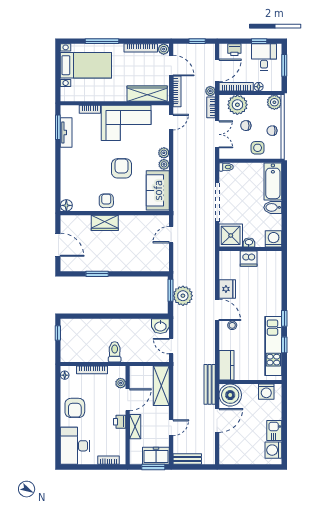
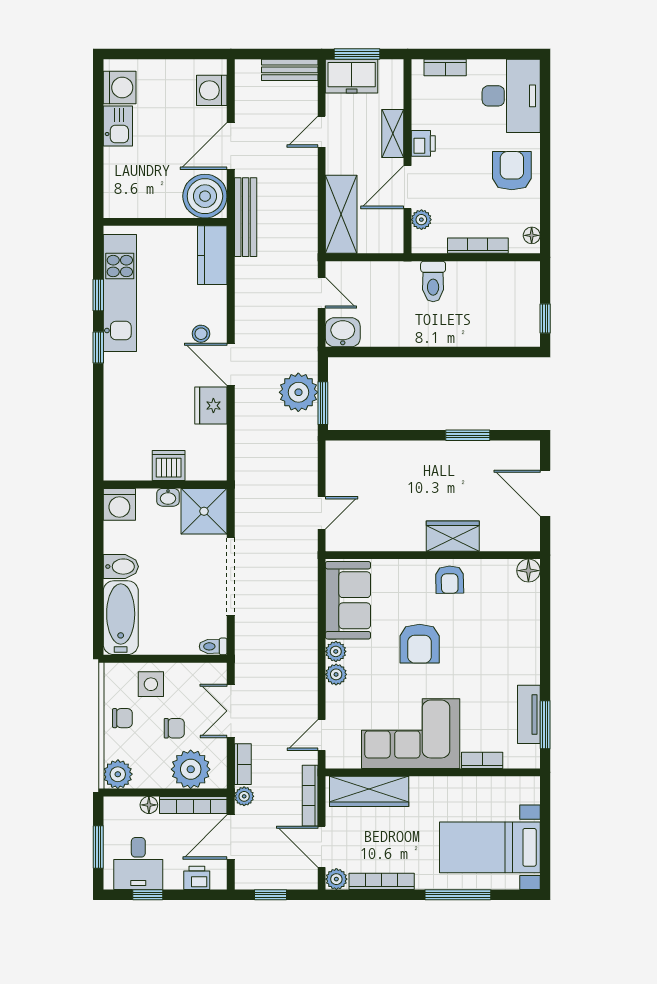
washing machine: (266, 392) -> (212, 90), moved, turned -90

